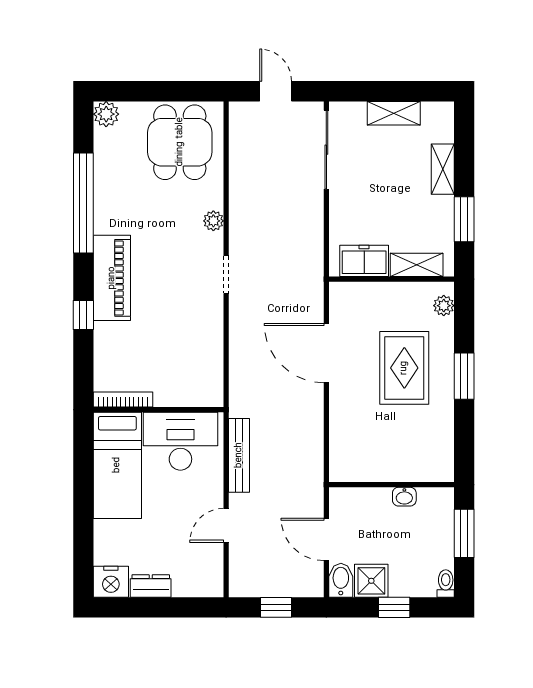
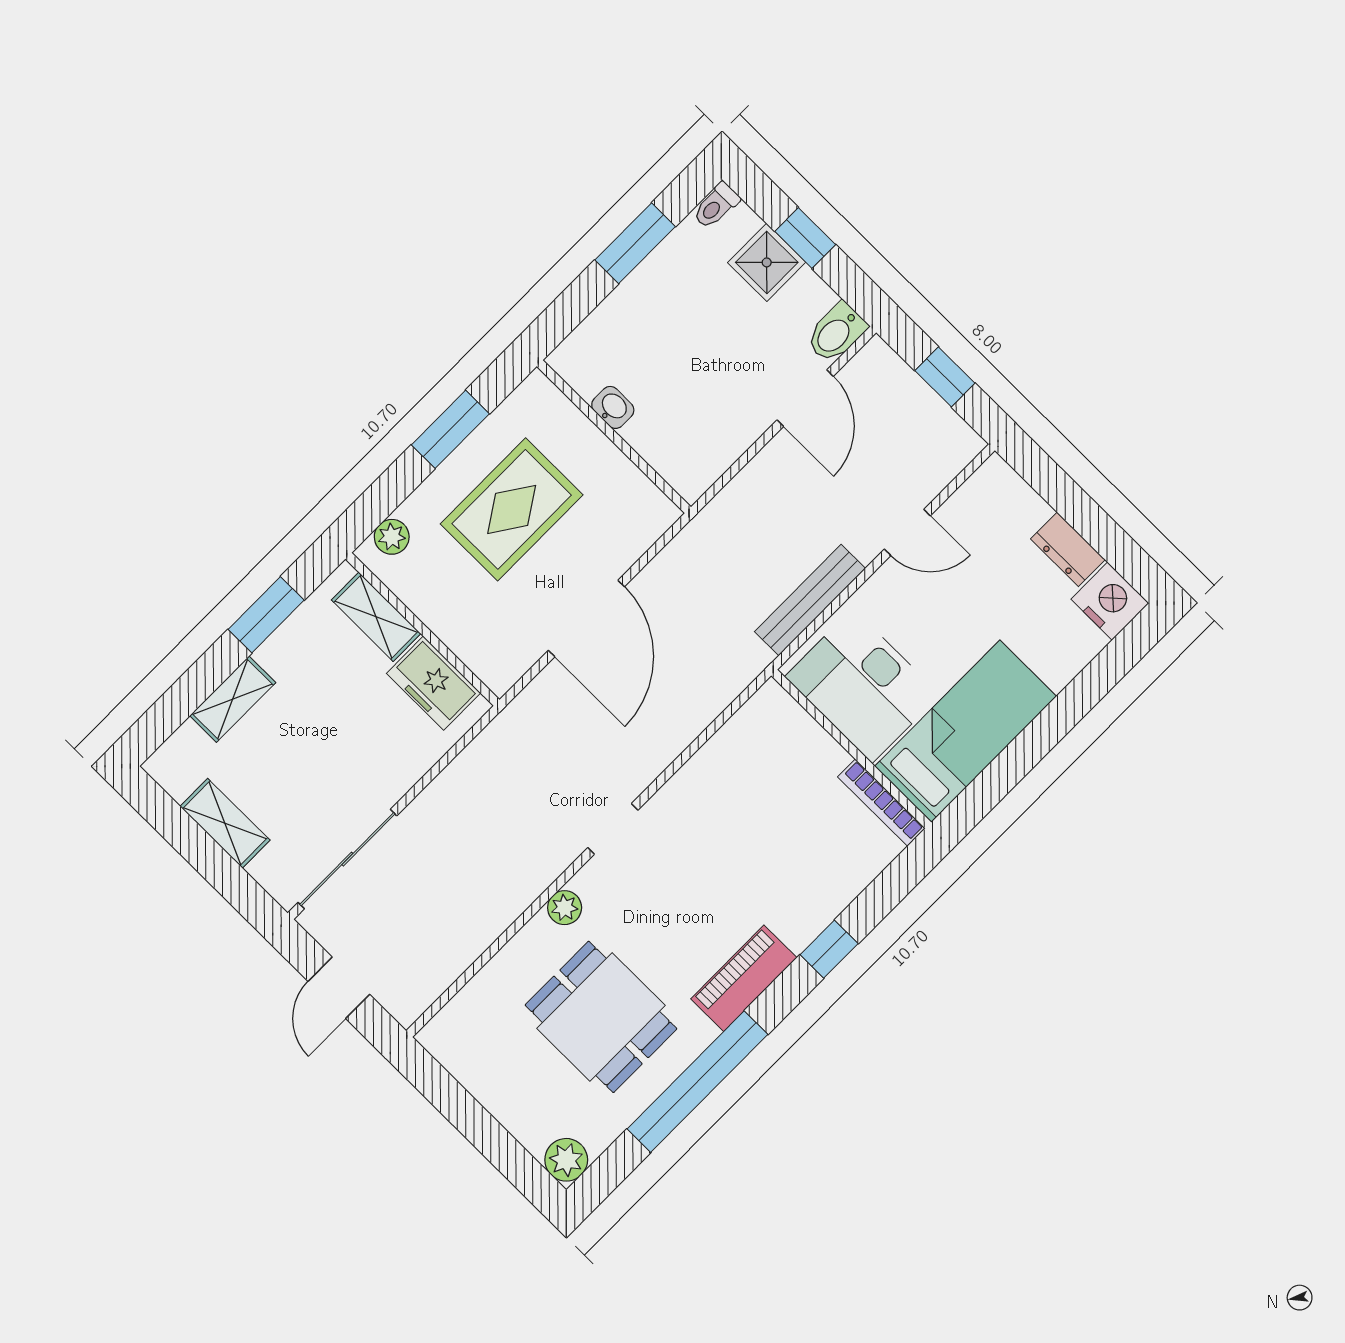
dining table: (180, 142) -> (601, 1017), moved, turned 90
piano: (112, 278) -> (744, 978), width x0.73, depth x0.75
wall: (392, 485) -> (614, 437), moved
washbasin: (404, 497) -> (613, 407), moved
shower: (371, 581) -> (767, 262), moved

